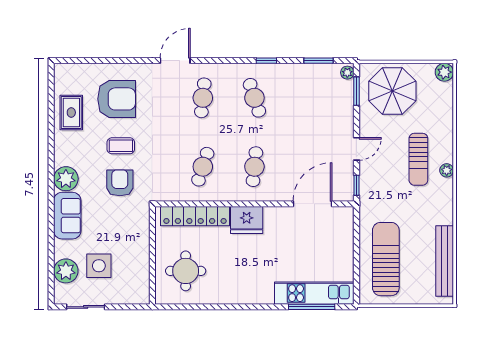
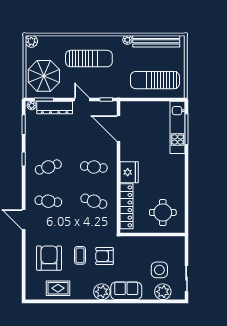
dresser: (344, 107) -> (55, 107), added
sun lounger: (418, 159) -> (89, 59), width x1.36, depth x1.34
plant: (447, 170) -> (127, 40), moved

